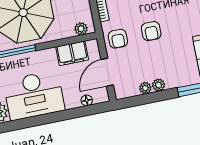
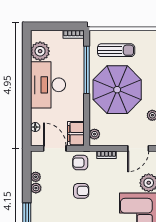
armchair: (151, 31) -> (81, 191), turned 180
filing cabinet: (72, 53) -> (76, 134), moved

